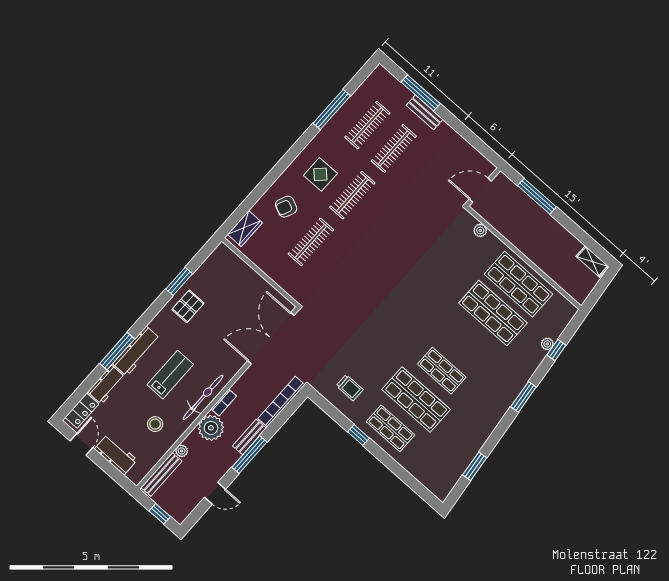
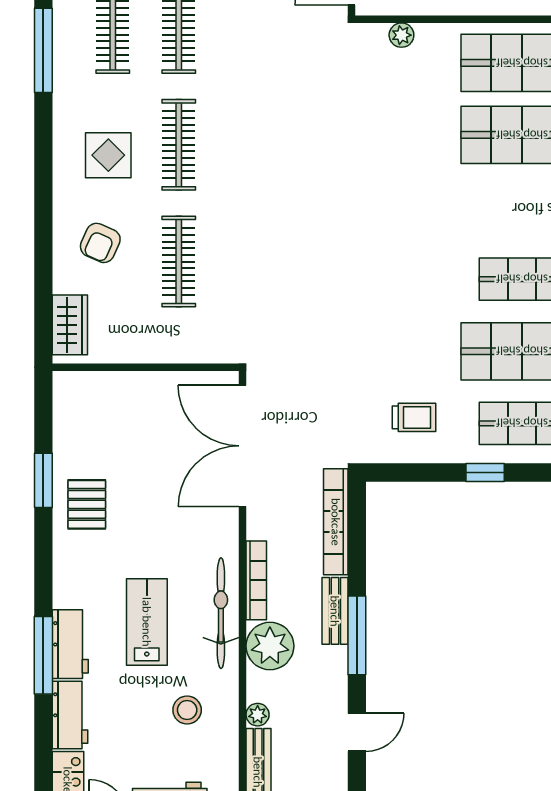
workbench: (136, 351) -> (70, 644), width x0.73
bookcase: (224, 402) -> (256, 580), width x1.56

